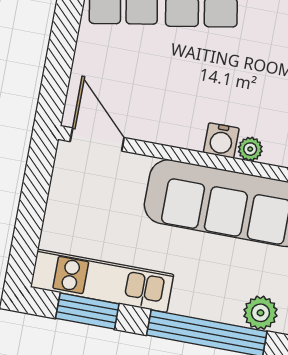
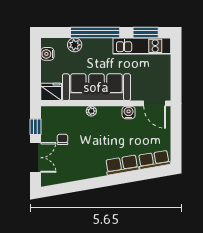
water cooler: (221, 140) -> (129, 112), moved

